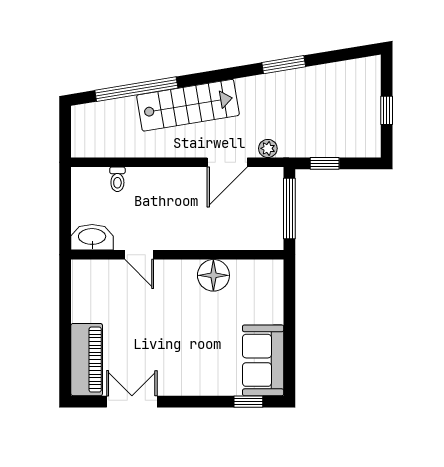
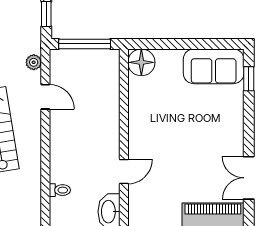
door: (227, 162) -> (45, 97), width x0.73
floor lamp: (213, 275) -> (141, 62), moved

